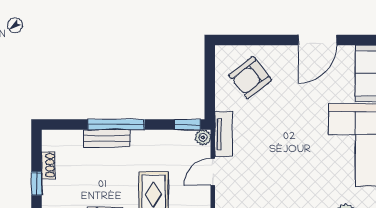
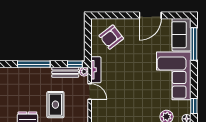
bench: (107, 138) -> (65, 72), moved
door: (213, 172) -> (90, 92), swing flipped

